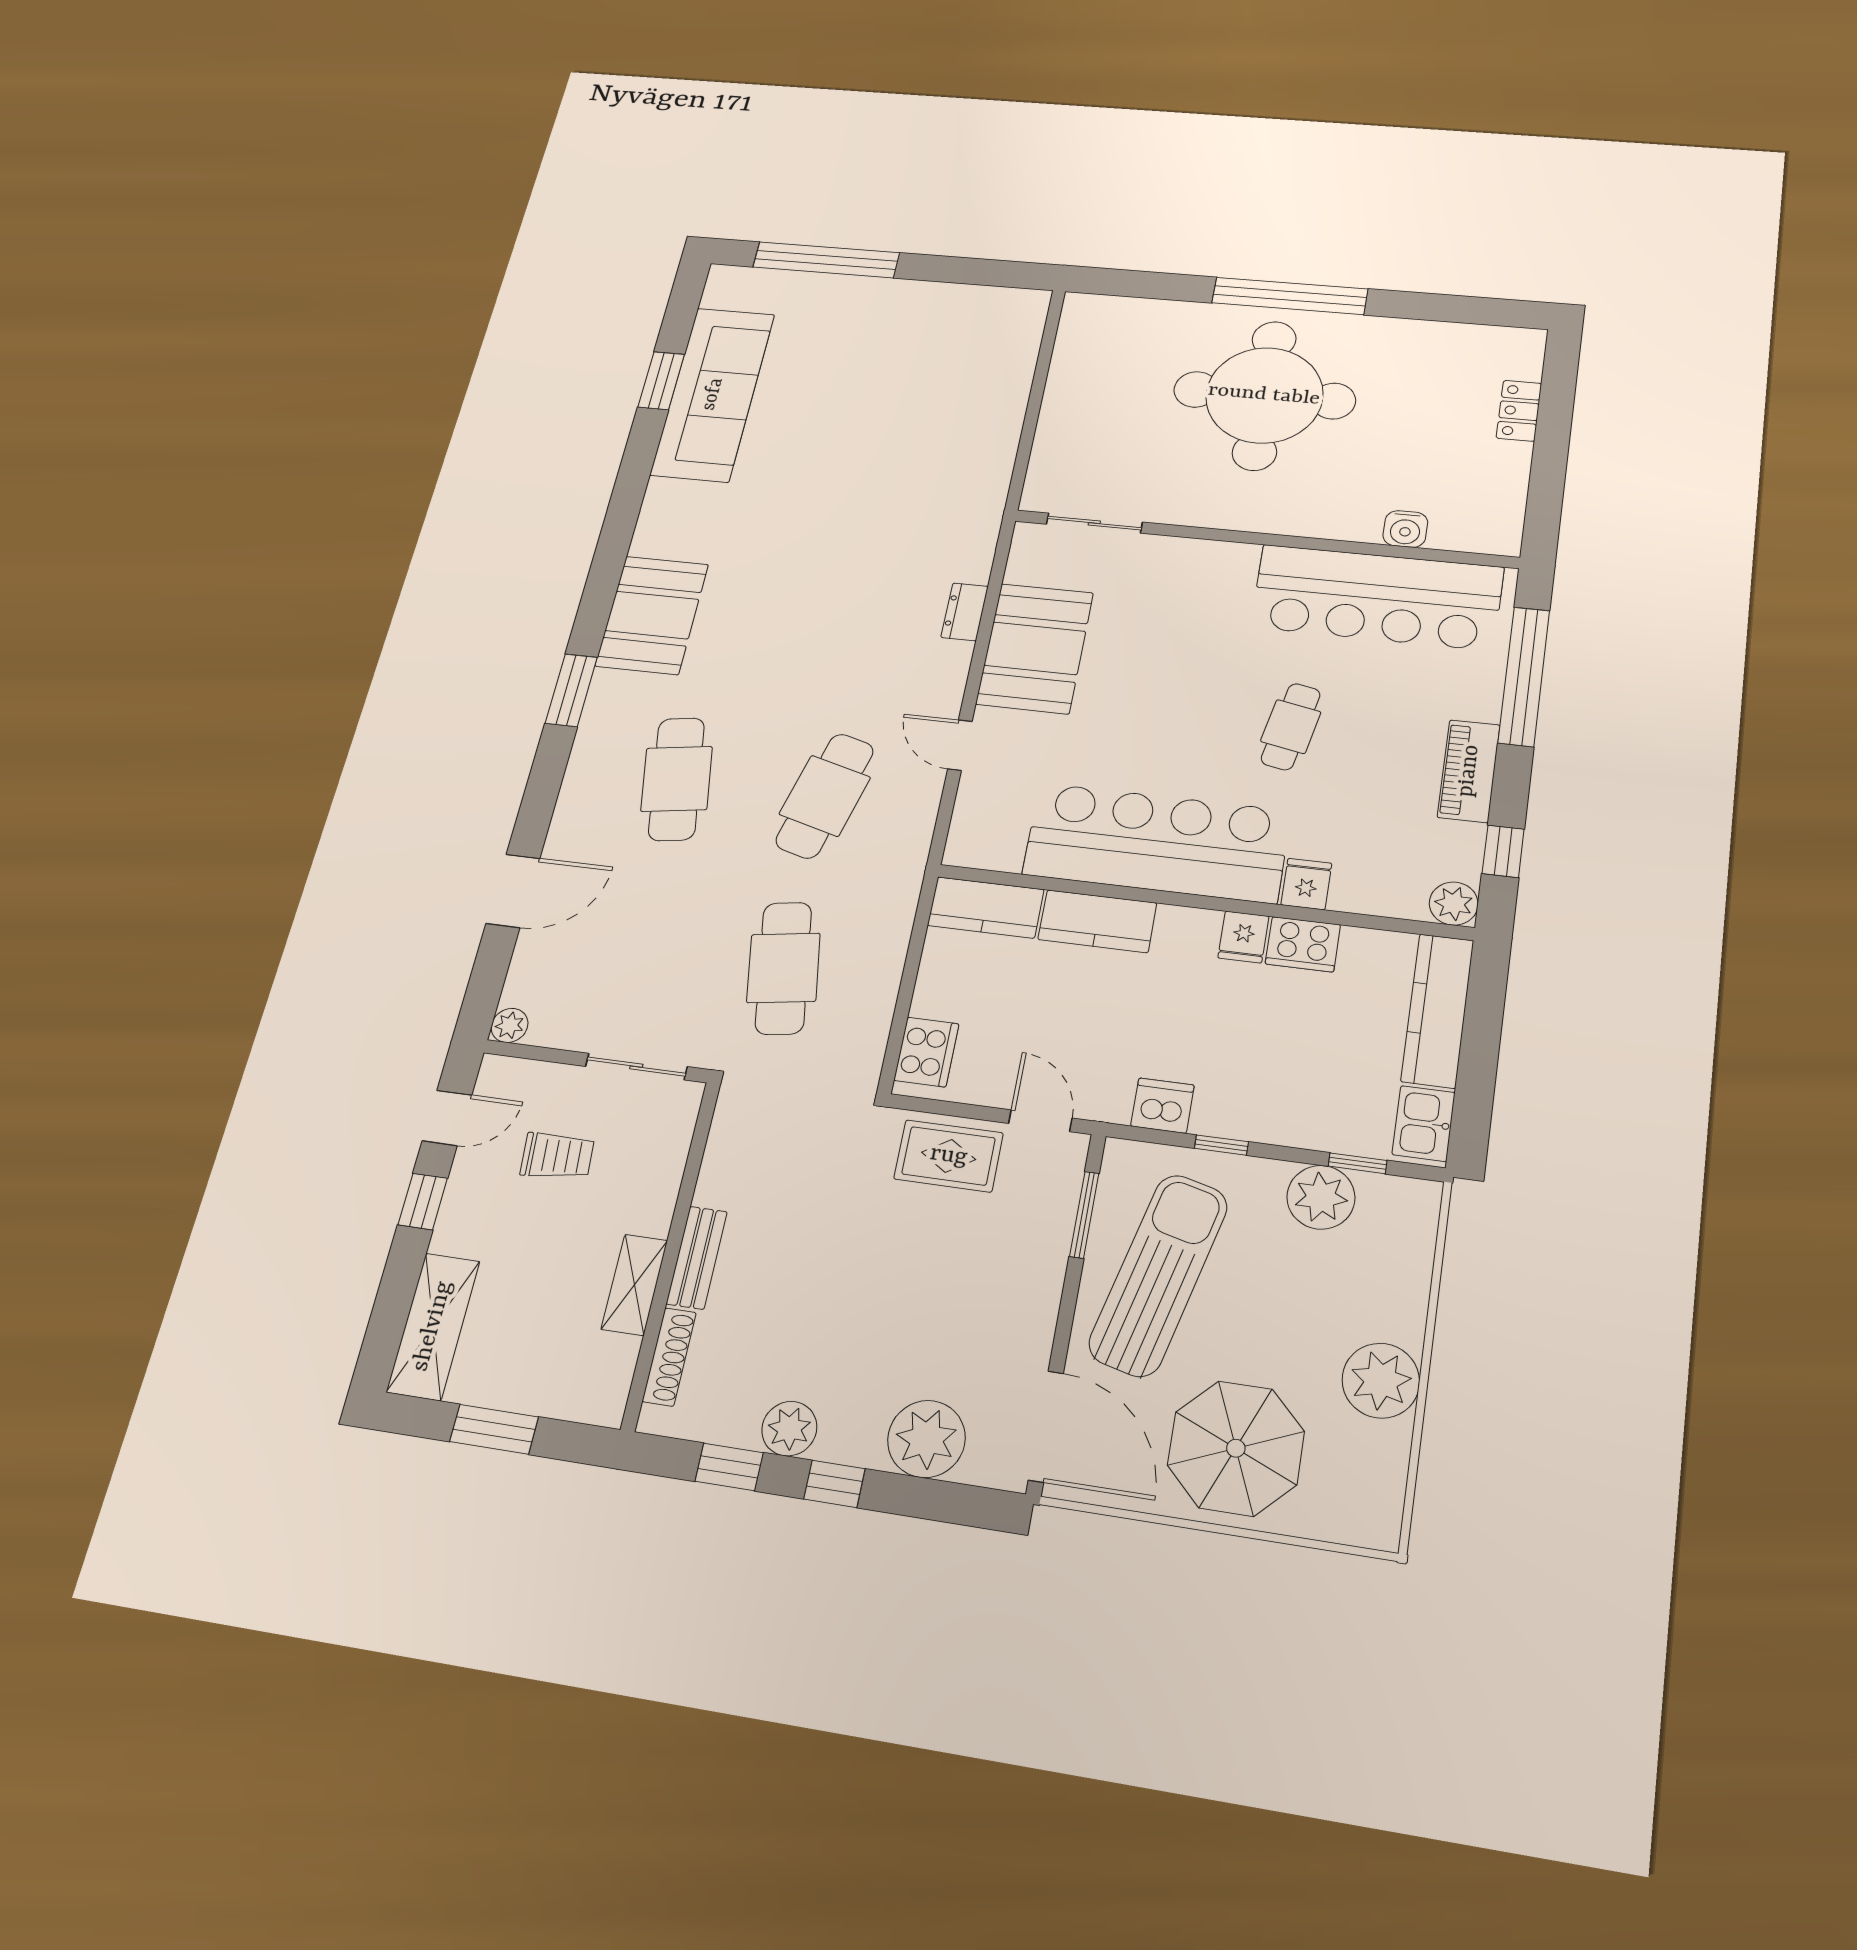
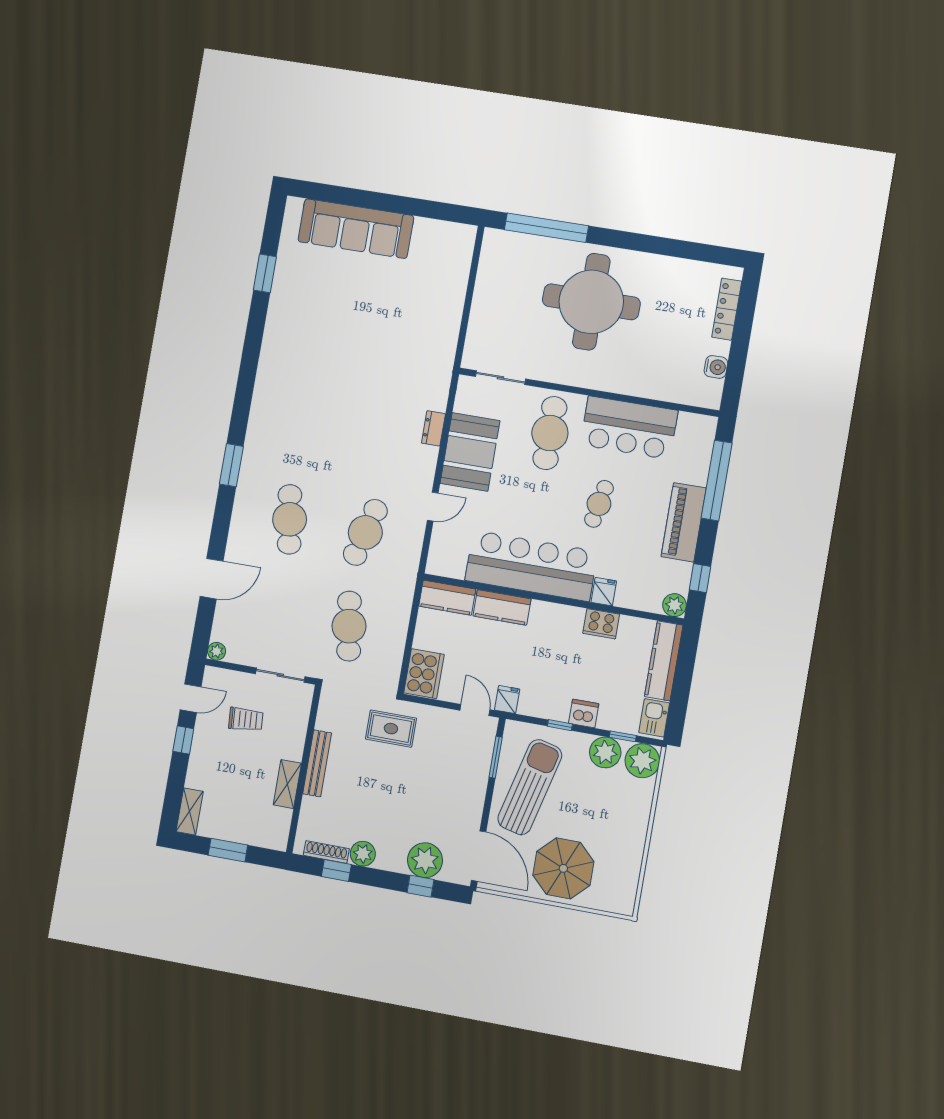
window: (826, 260) -> (352, 197), removed
window: (1290, 296) -> (546, 228), moved
sofa: (713, 394) -> (356, 229), moved, turned 90
locker: (1519, 411) -> (727, 309), width x1.53
water cooler: (1405, 529) -> (716, 367), moved, turned -90
bar counter: (1377, 597) -> (629, 428), width x0.73
cafe table: (1191, 610) -> (550, 433), added
booth: (652, 615) -> (270, 422), removed
door: (960, 745) -> (433, 507), swing flipped
piano: (1469, 771) -> (684, 522), width x1.37, depth x1.33
fridge: (1243, 937) -> (507, 700), moved, turned 180
cooker: (926, 1052) -> (424, 674), width x1.37, depth x1.31
dishwasher: (1162, 1105) -> (584, 714), moved
rug: (949, 1156) -> (391, 729), moved
bench: (697, 1258) -> (317, 763), width x1.36
shelving: (433, 1326) -> (190, 811), width x0.67, depth x0.75
shoe rack: (669, 1357) -> (326, 852), moved, turned -90
plant: (1381, 1381) -> (642, 761), moved
window: (834, 1484) -> (421, 886), moved

